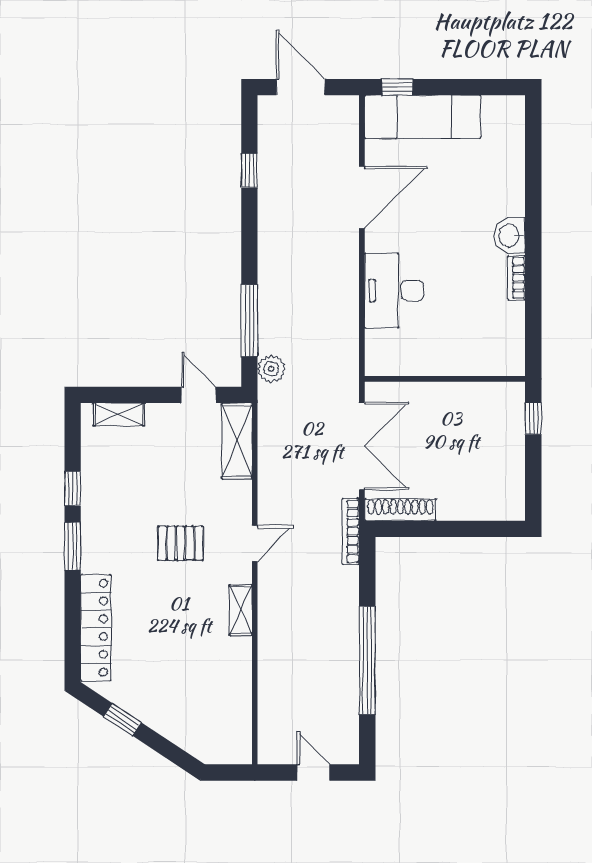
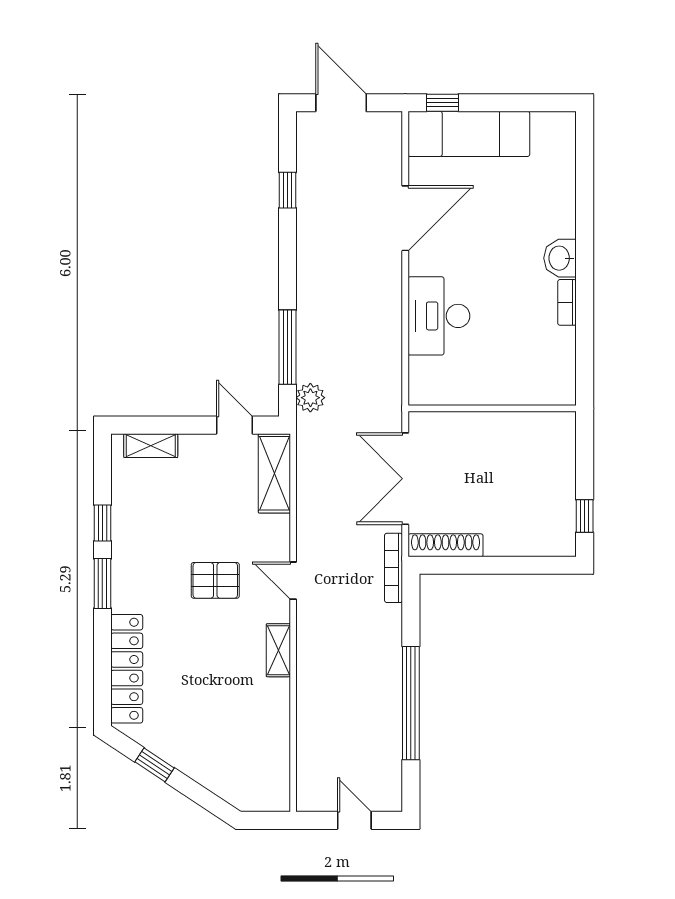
window: (533, 419) -> (585, 516), moved
double door: (362, 446) -> (405, 479), swing flipped
door: (255, 543) -> (293, 581), swing flipped

